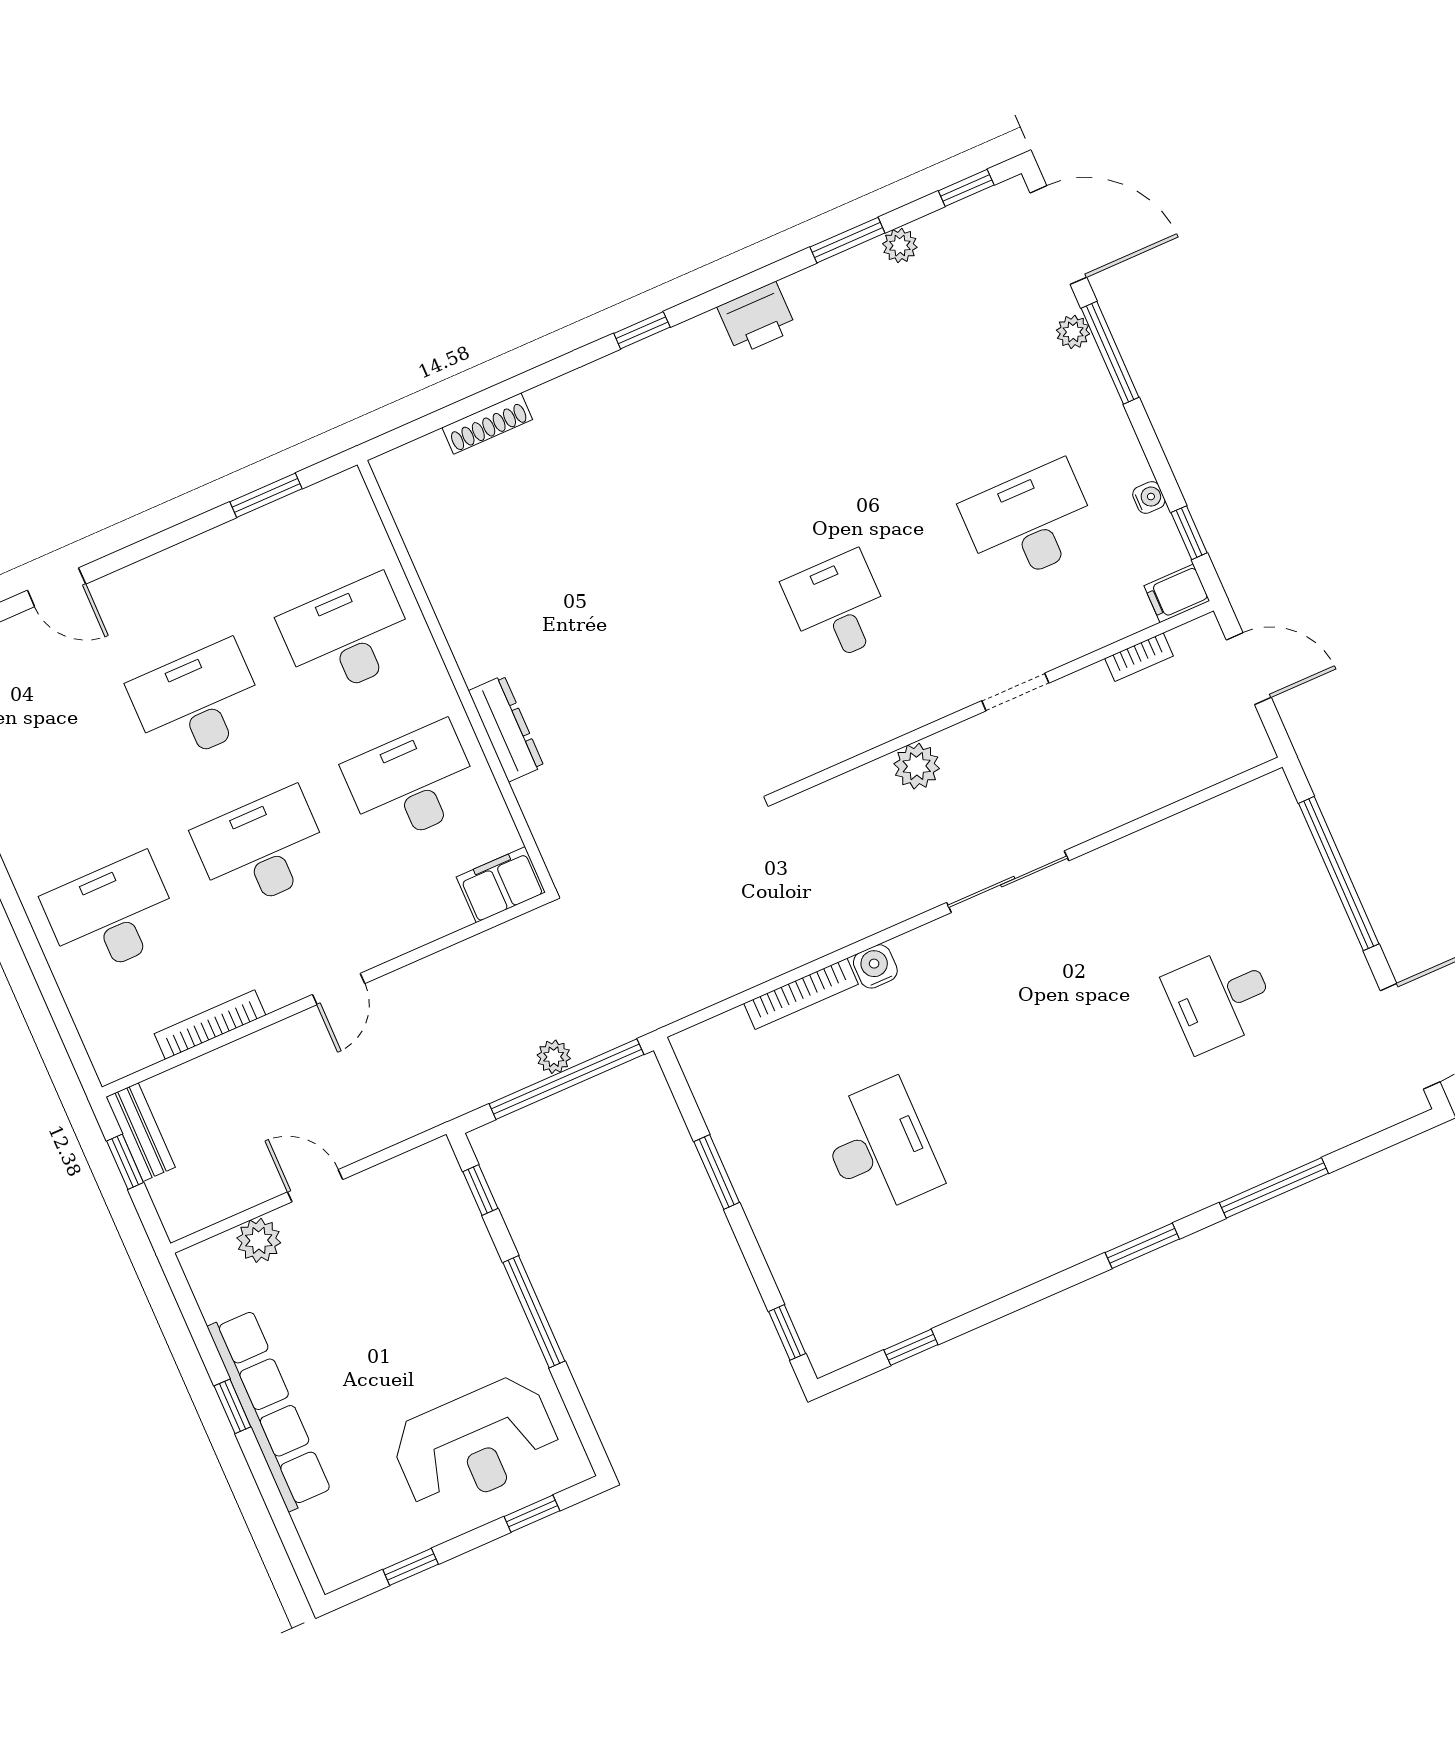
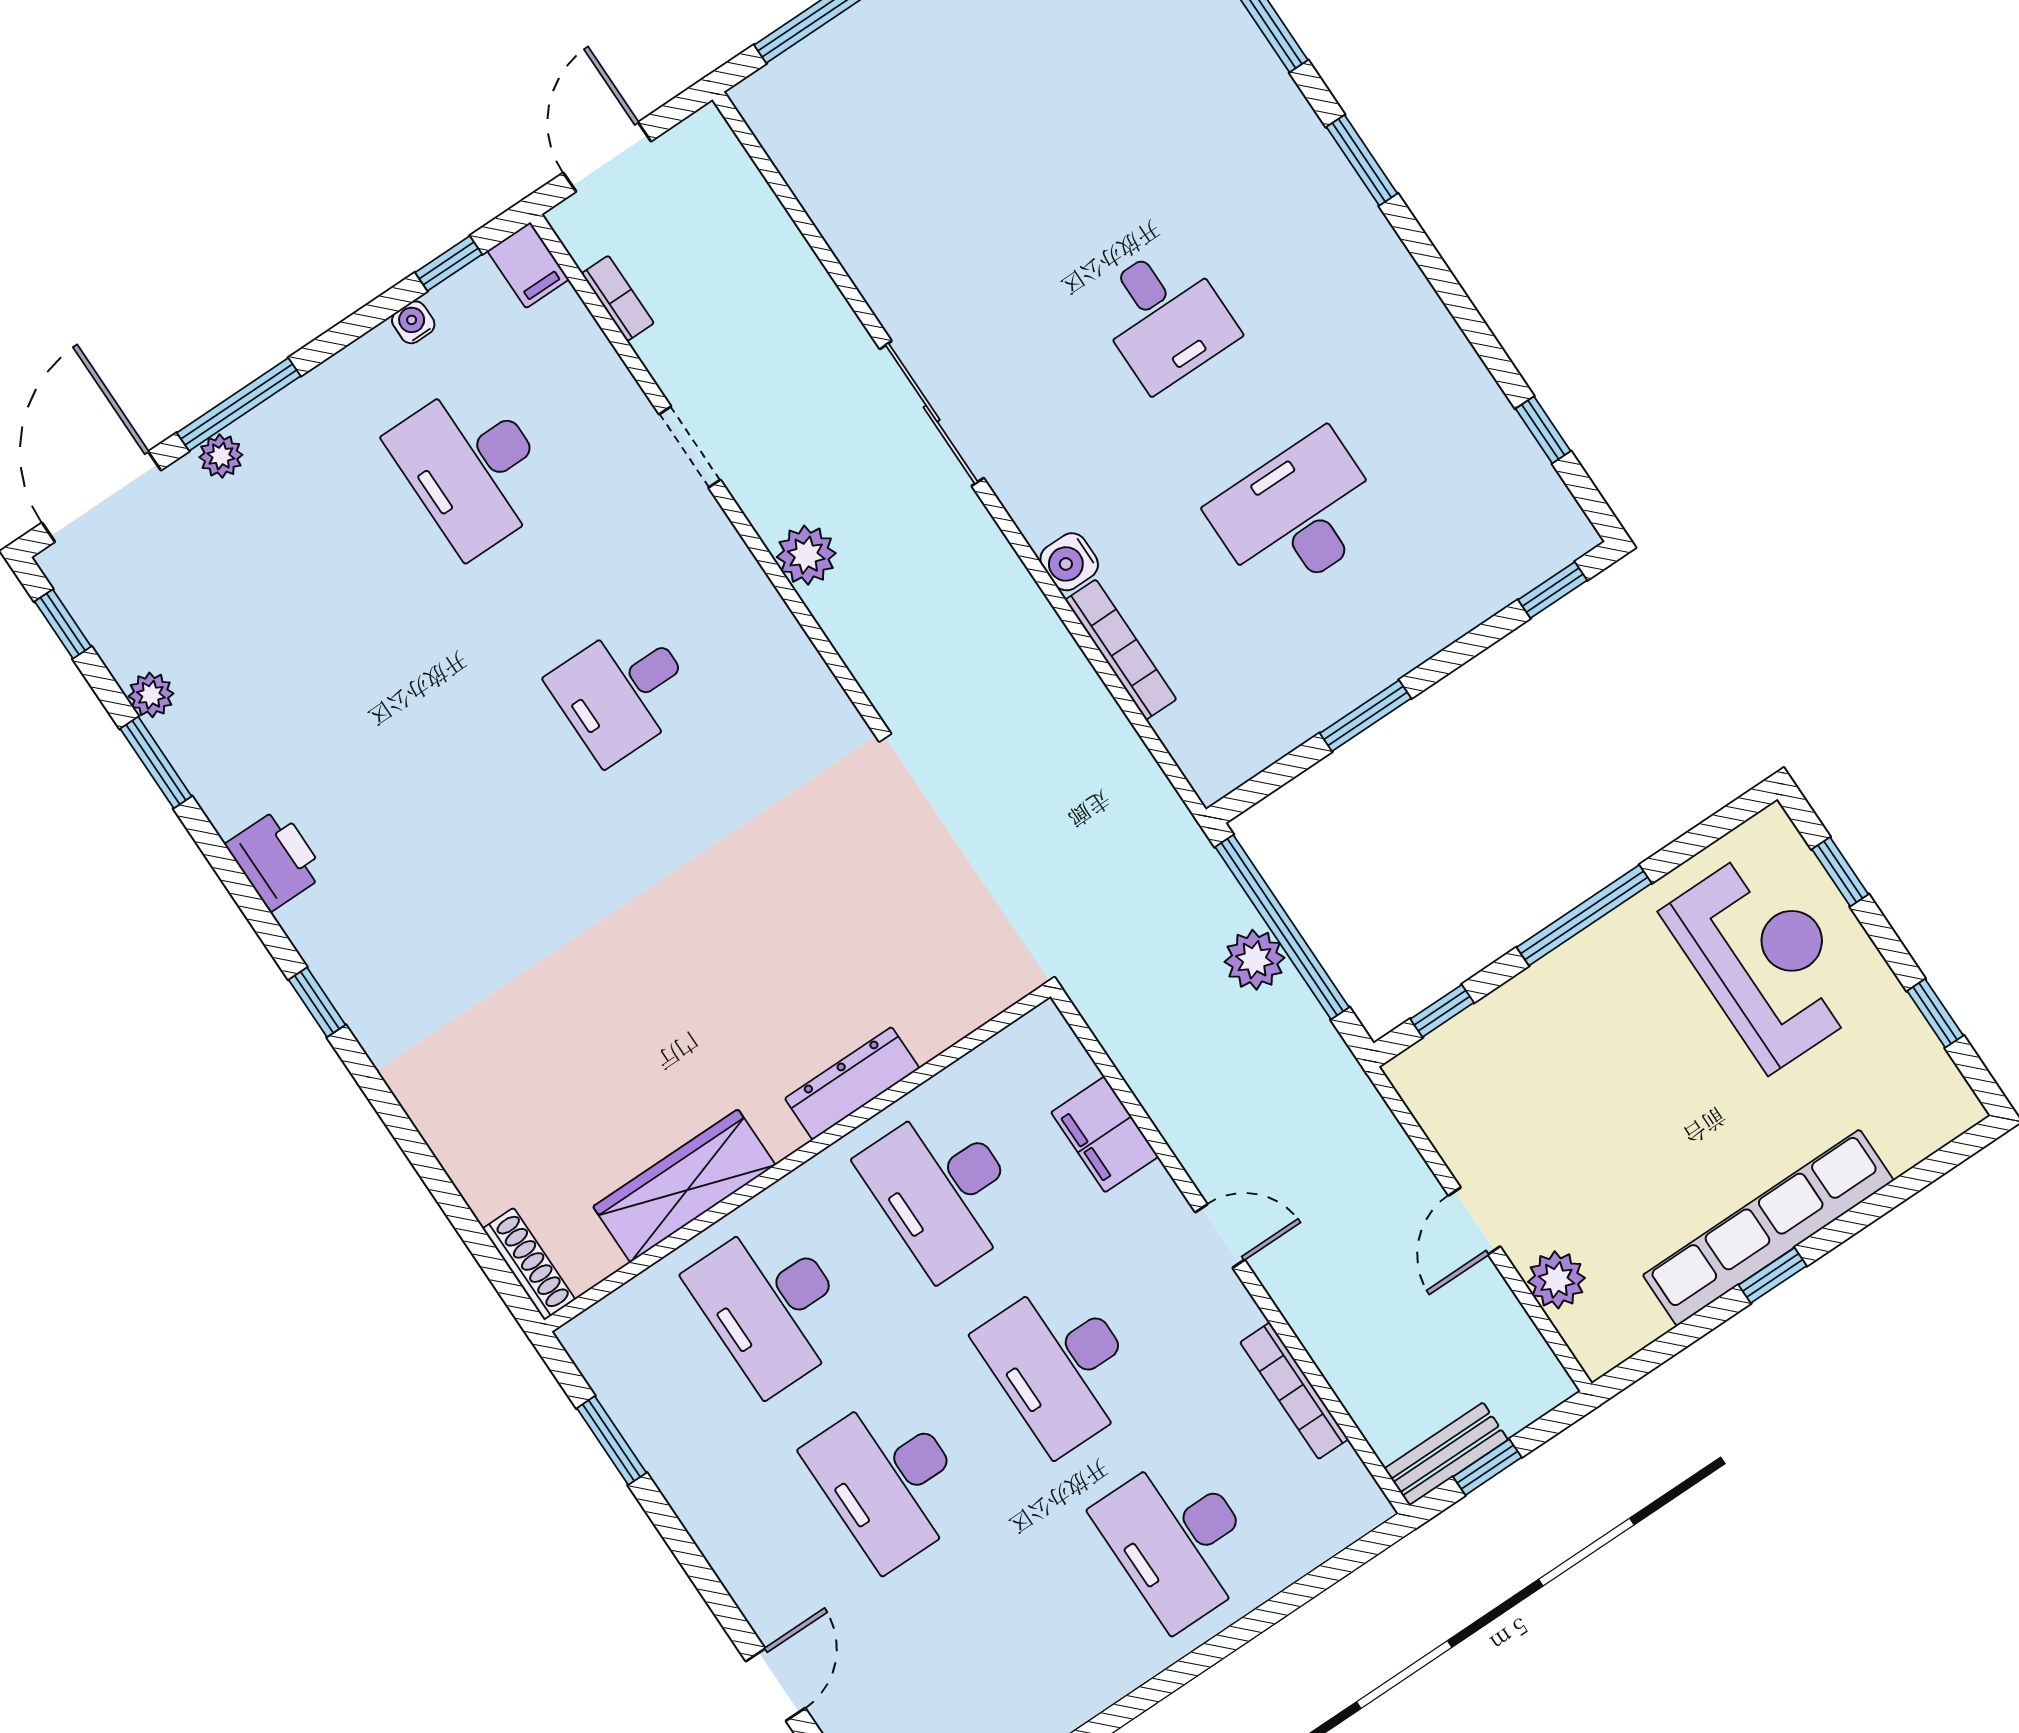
shoe rack: (487, 424) -> (529, 1264), moved
wardrobe: (451, 586) -> (684, 1186), added
filing cabinet: (501, 885) -> (1105, 1134), moved
desk: (1220, 998) -> (1164, 317), moved
plant: (554, 1057) -> (1255, 960), width x1.38, depth x1.38

